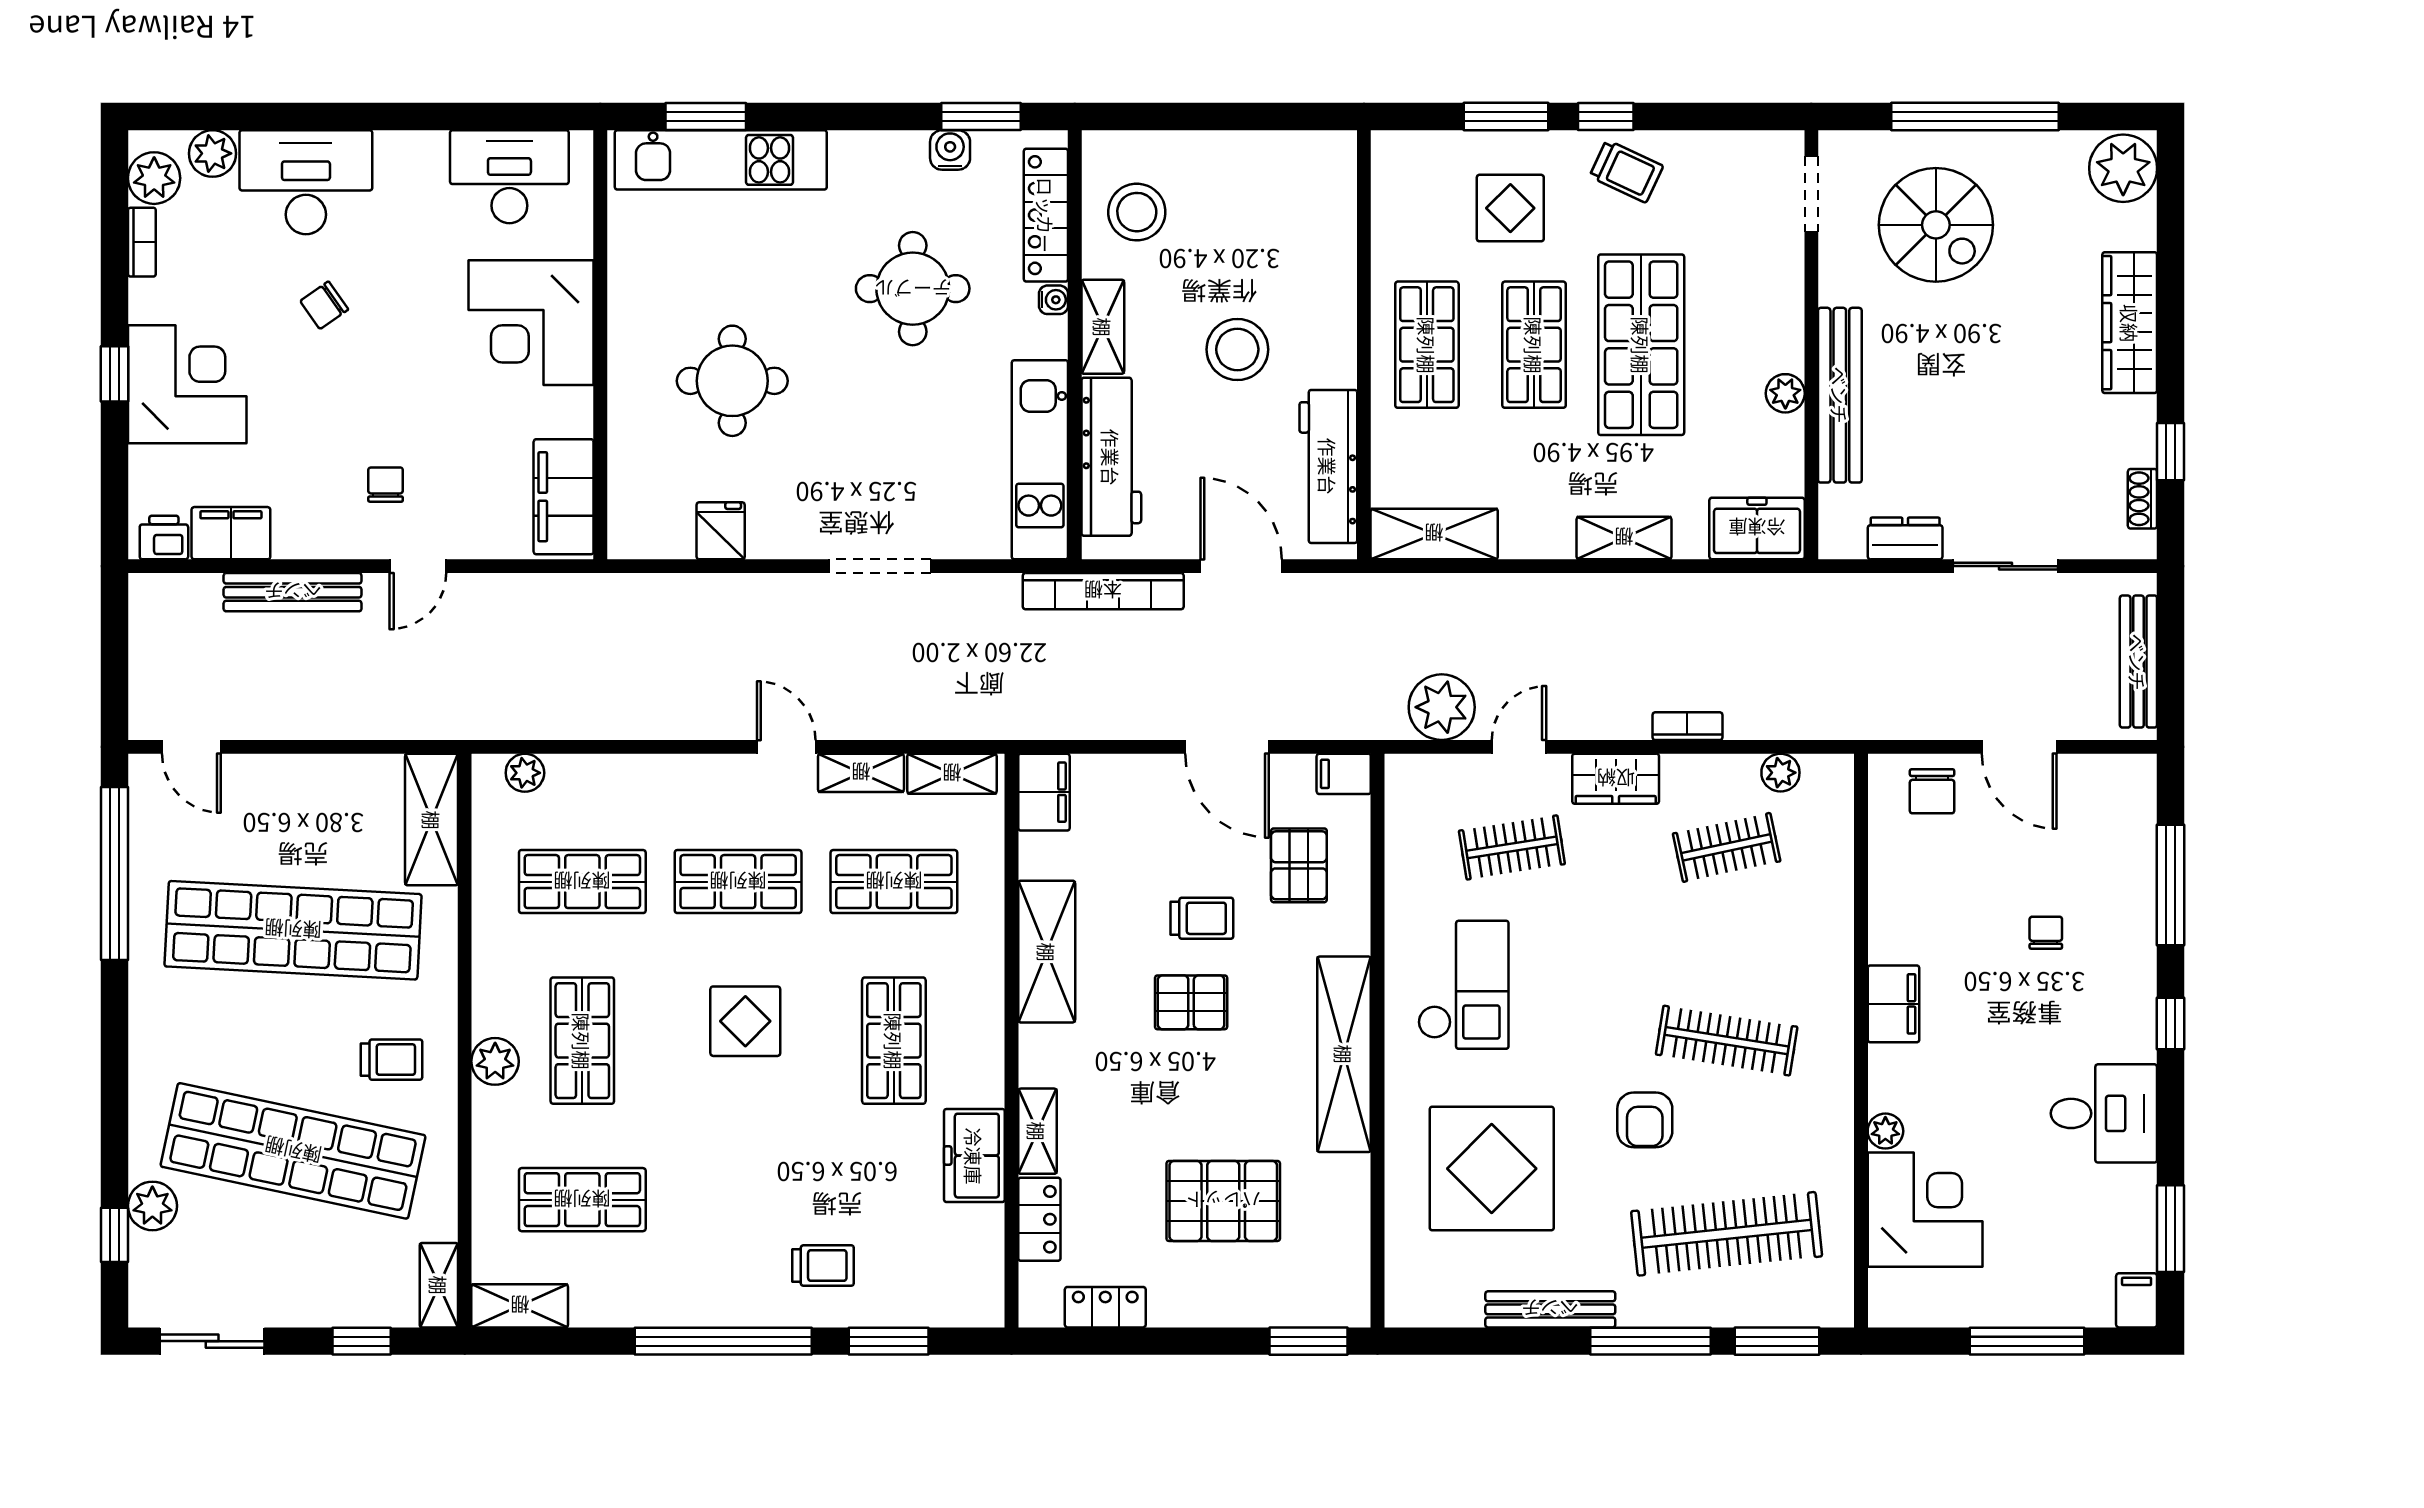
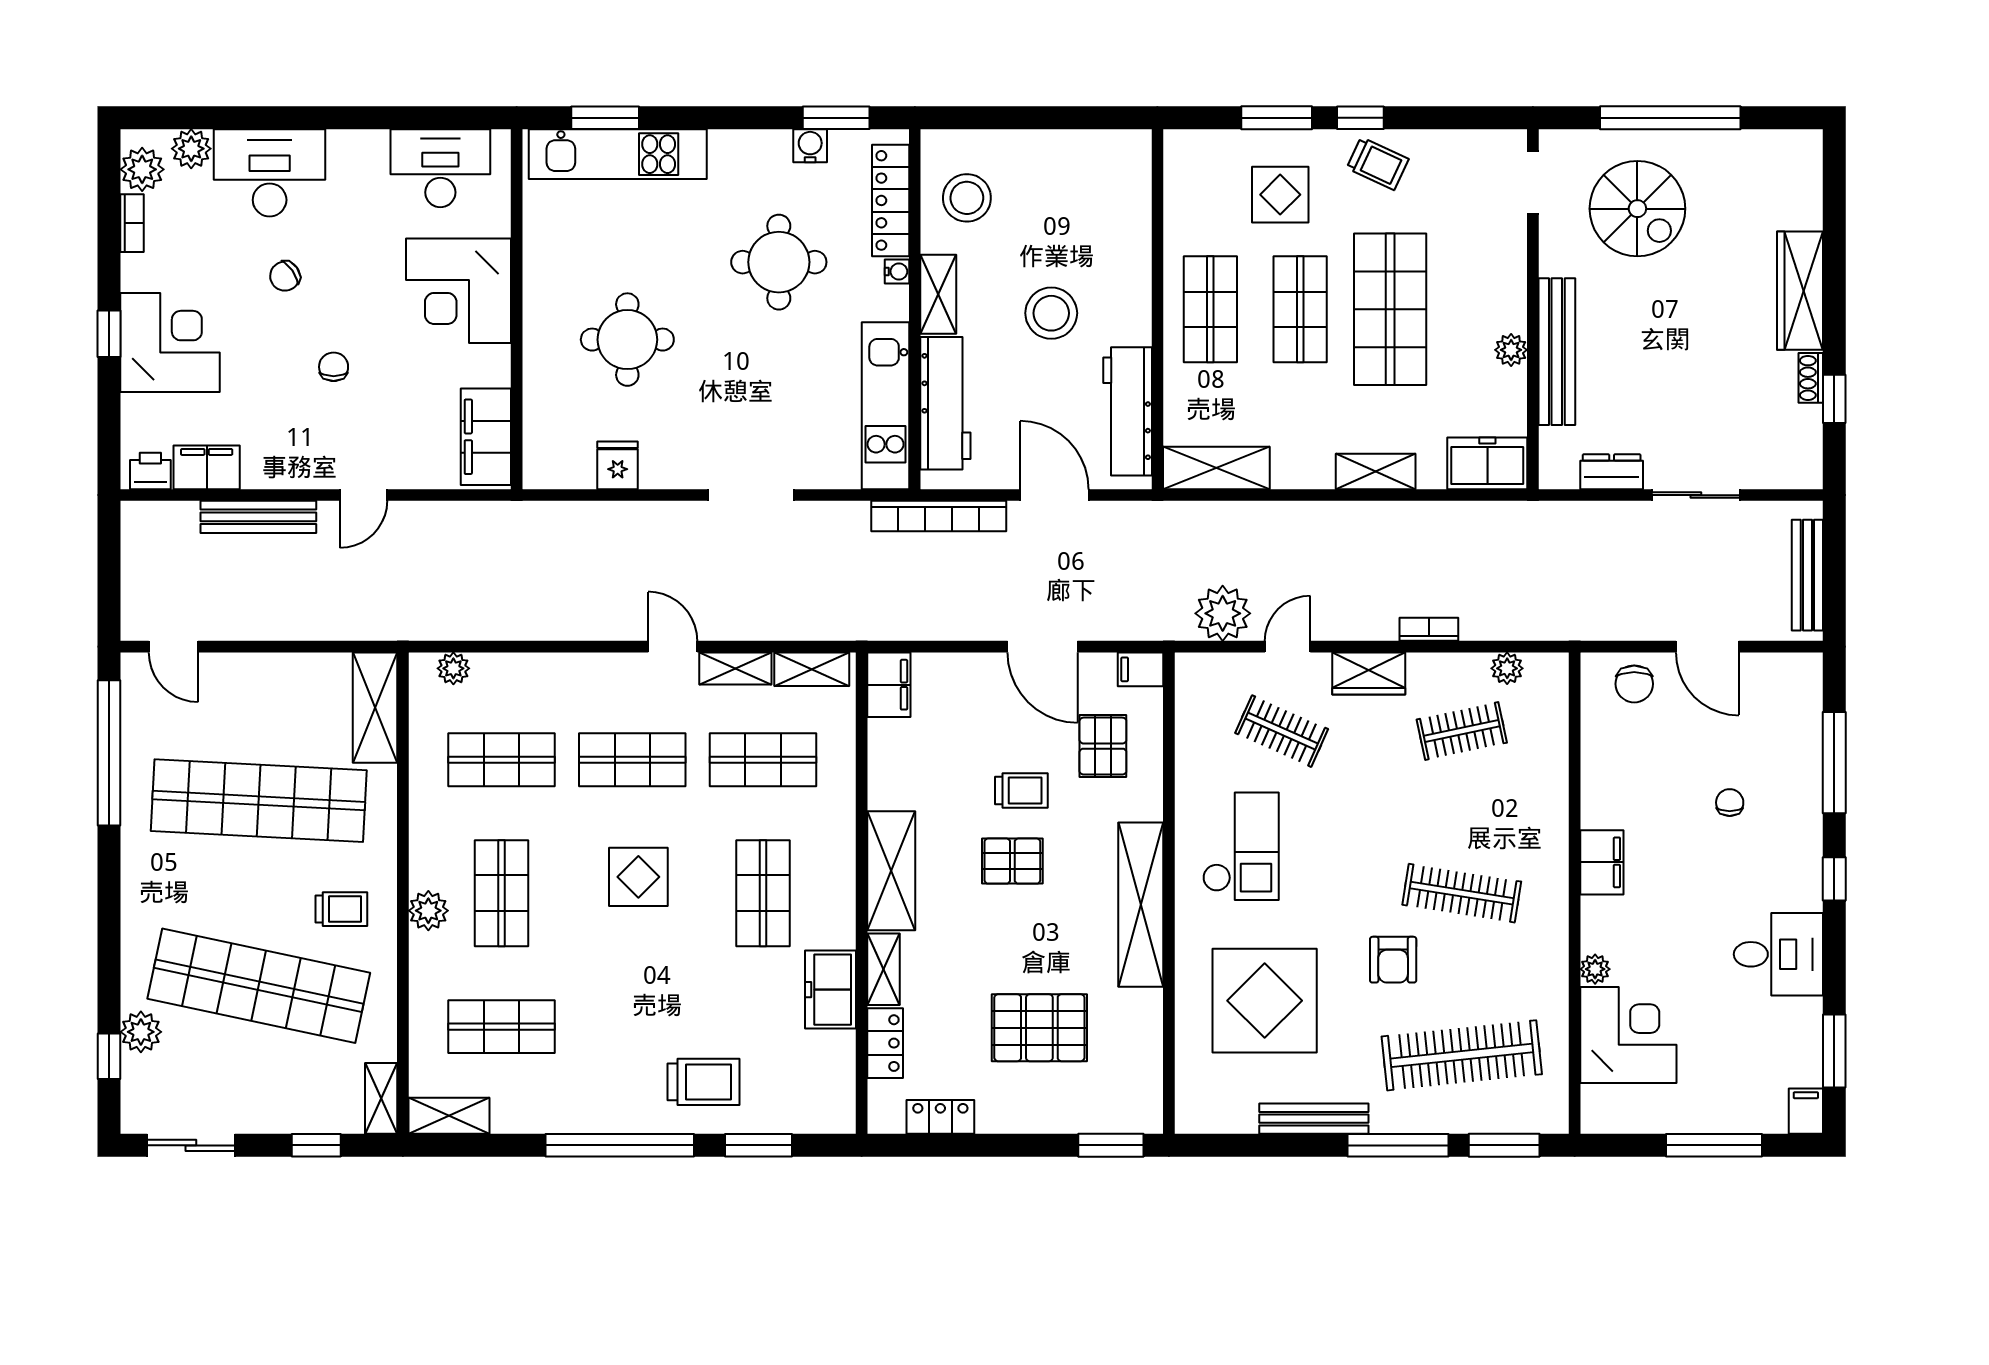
plant: (2123, 168) -> (1795, 161), removed
chair: (386, 485) -> (334, 367), moved
shoe rack: (2142, 499) -> (1811, 378), moved
clothes rail: (1512, 847) -> (1282, 731), turned 33
shelving: (1047, 952) -> (891, 871), moved
trolley: (823, 1266) -> (703, 1082), width x1.36, depth x1.39

